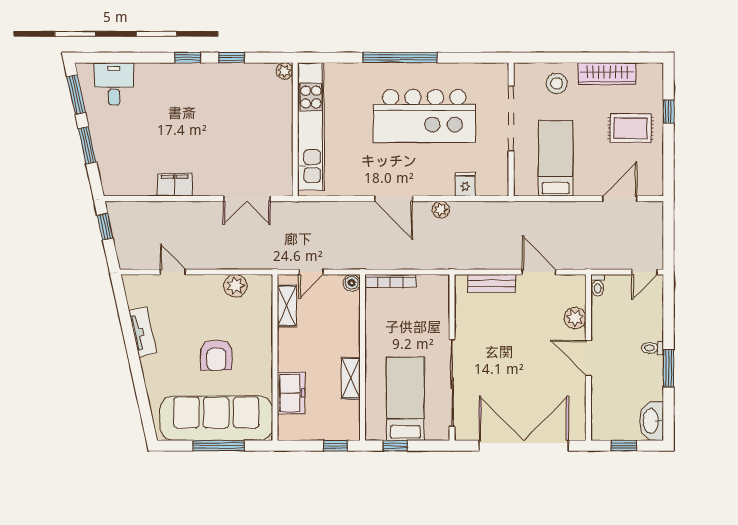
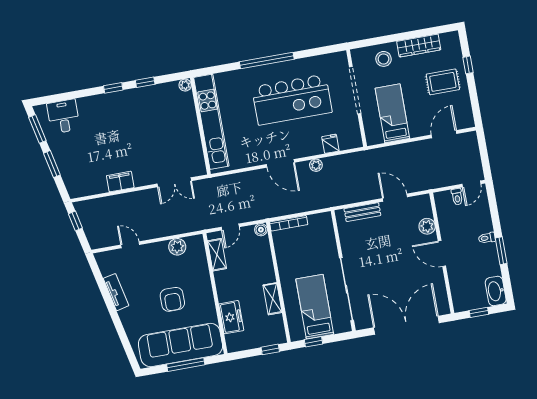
toilet: (598, 285) -> (457, 197), moved

